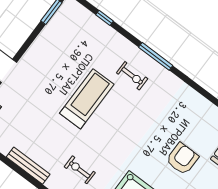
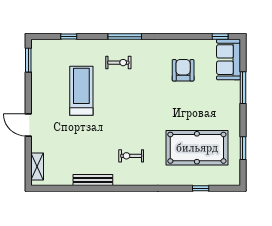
treadmill: (87, 99) -> (81, 91), moved
armchair: (182, 159) -> (183, 70), moved

